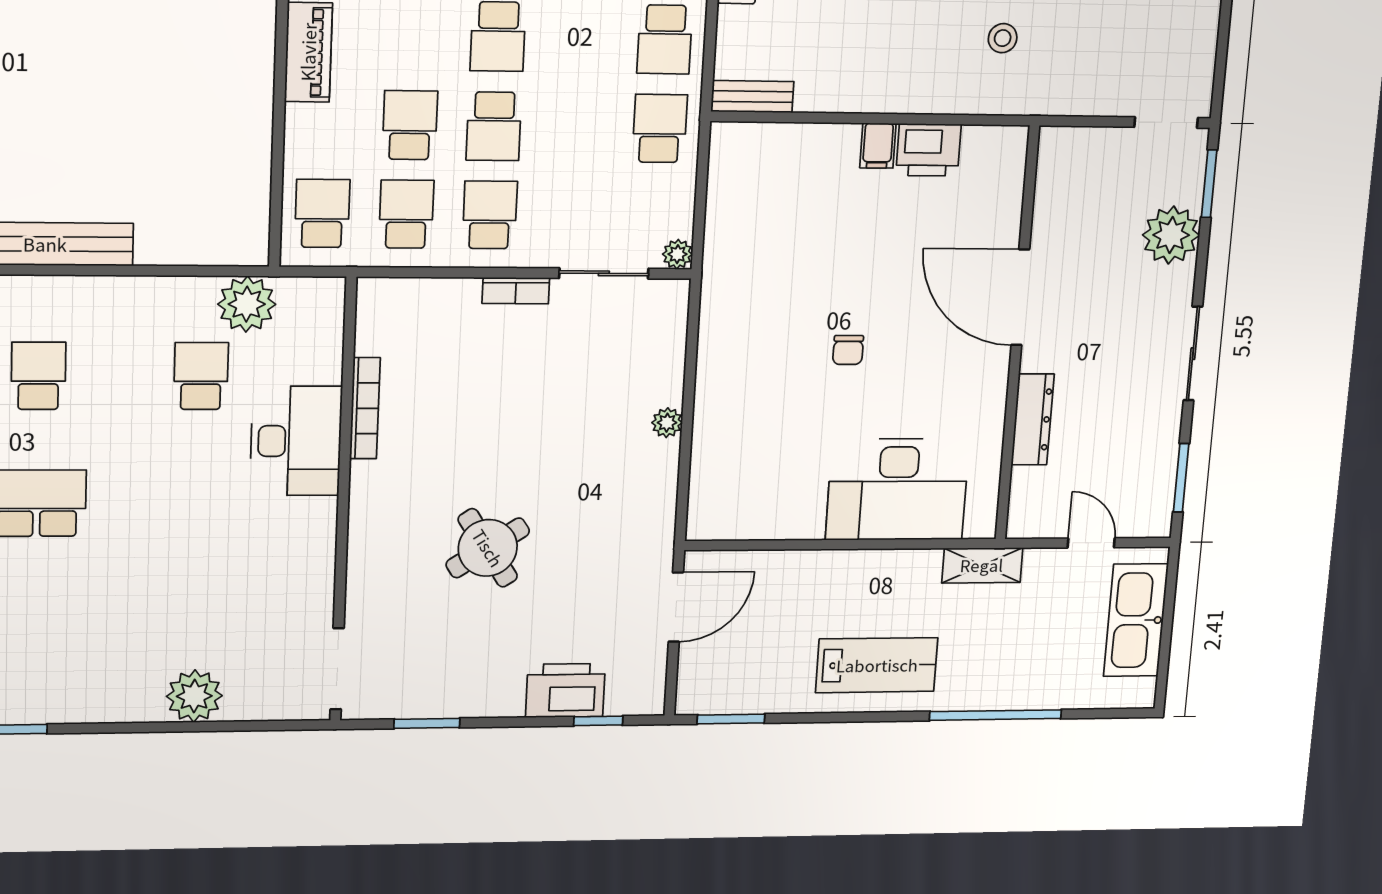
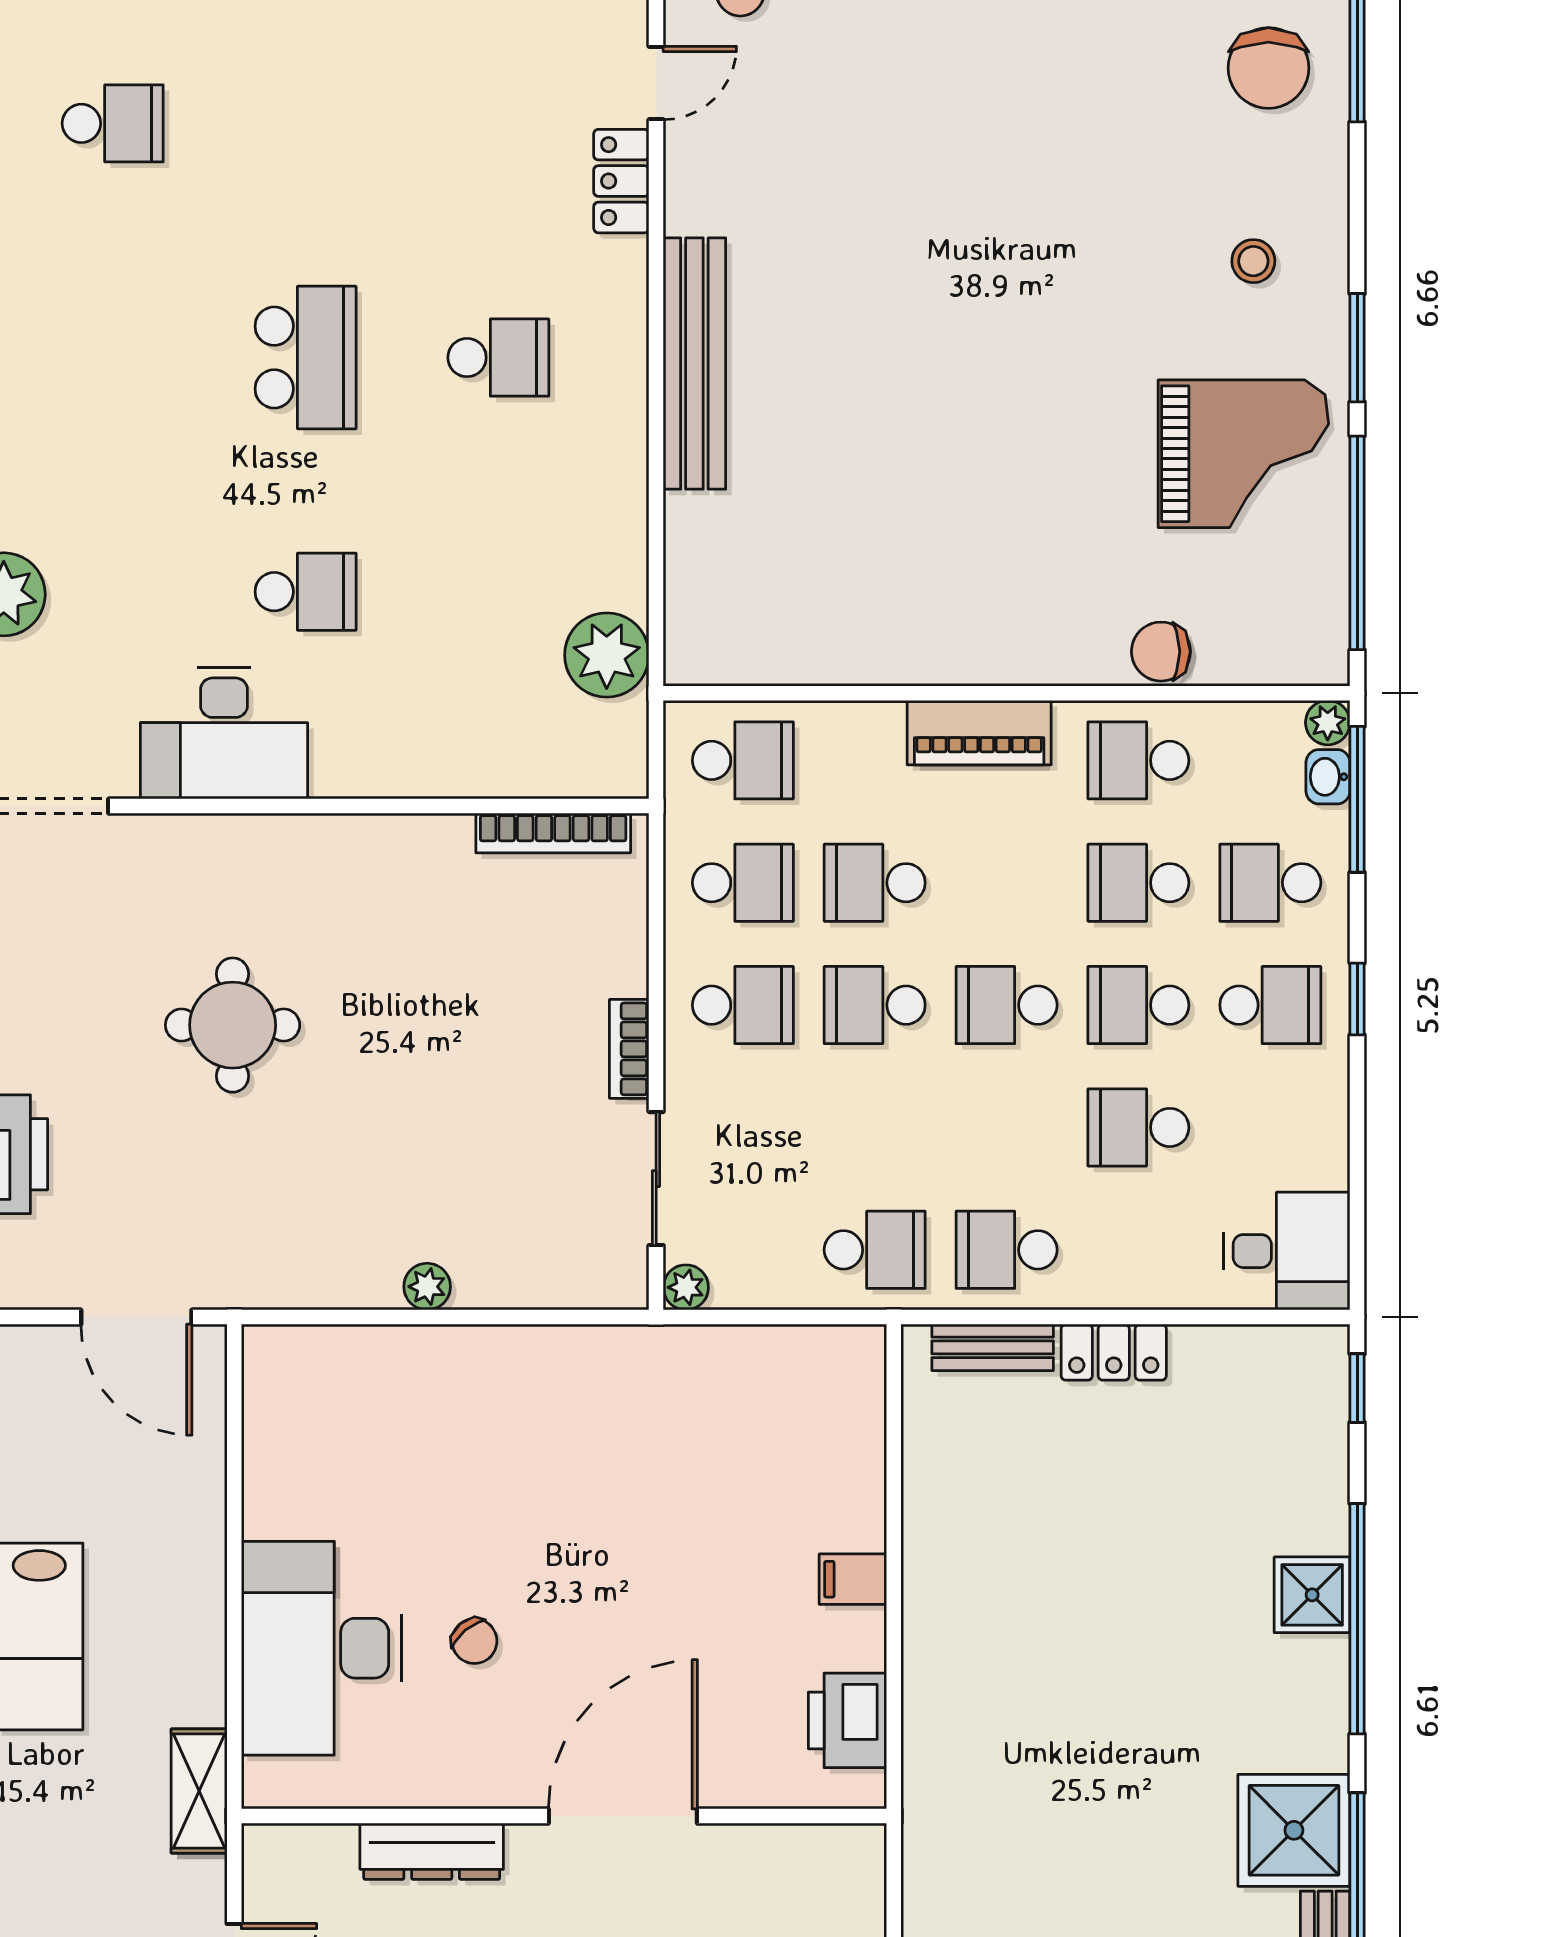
stool: (1003, 38) -> (1017, 1756), removed
bench: (752, 97) -> (993, 1347), moved, turned 90
school desk: (410, 125) -> (875, 883), turned 180
printer: (928, 150) -> (847, 1720), moved
chair: (848, 350) -> (474, 1641), moved, turned -130
school desk: (201, 376) -> (306, 592), moved
bookcase: (365, 408) -> (553, 833), moved
desk: (296, 441) -> (224, 733), moved
round table: (488, 548) -> (233, 1025), turned 33

